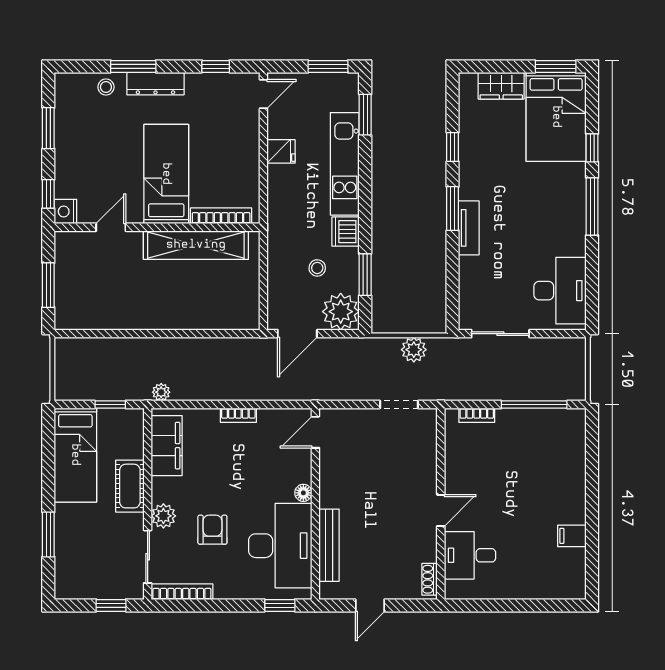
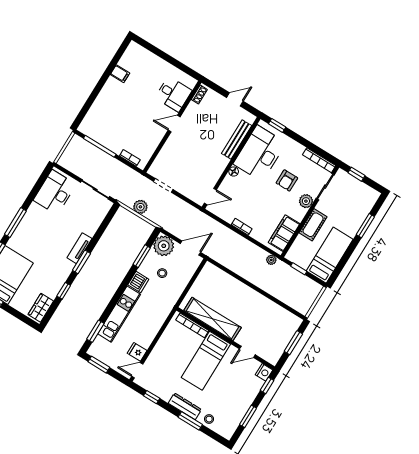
wardrobe: (501, 86) -> (41, 308), moved, turned -90
fridge: (281, 151) -> (137, 352), moved

